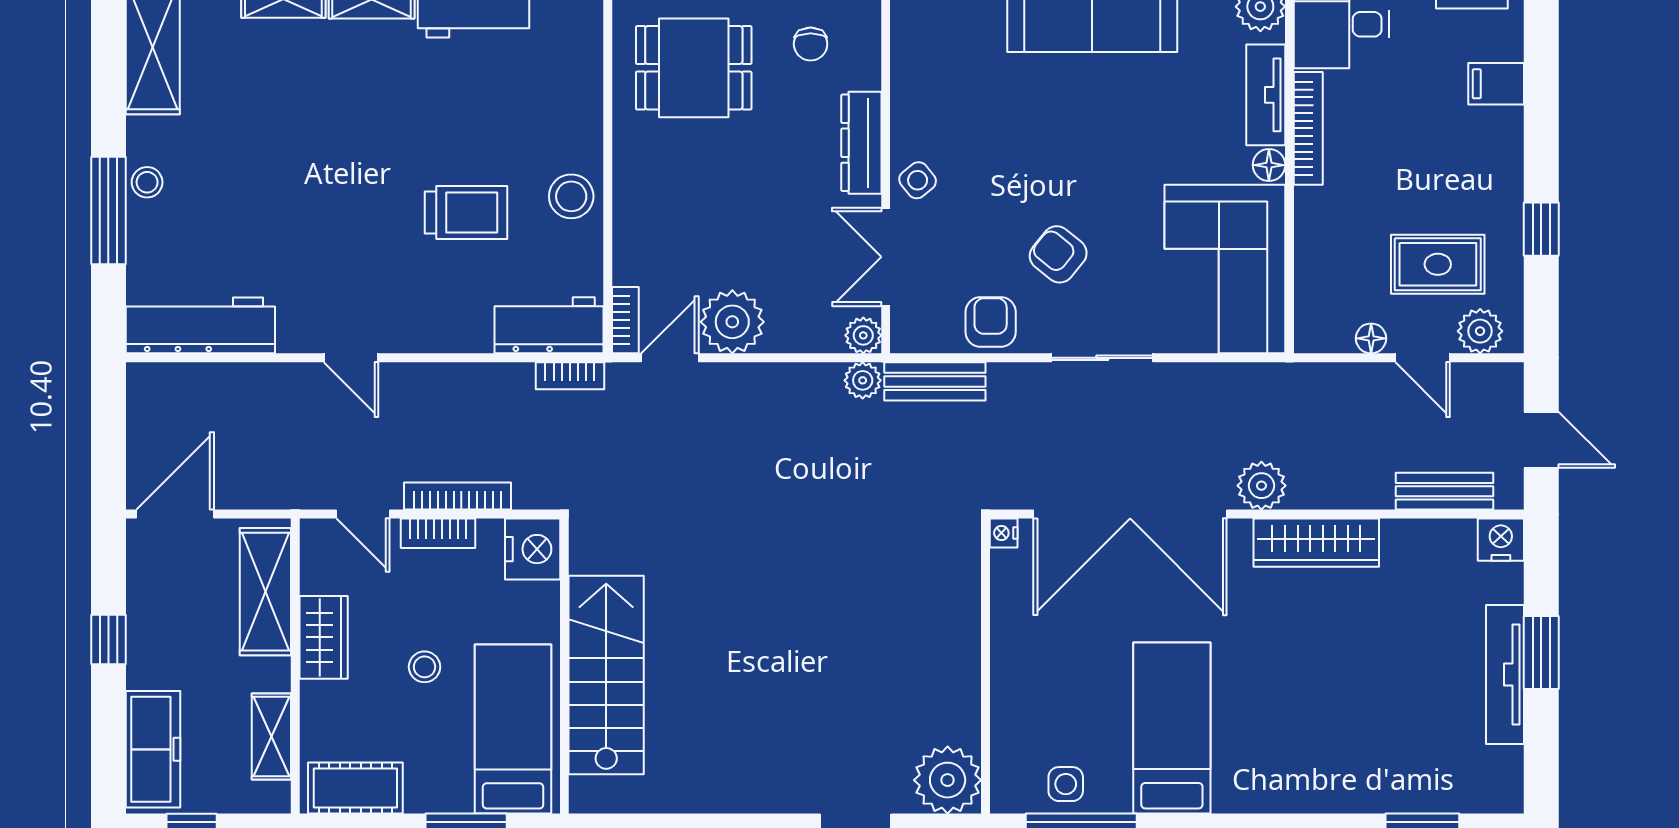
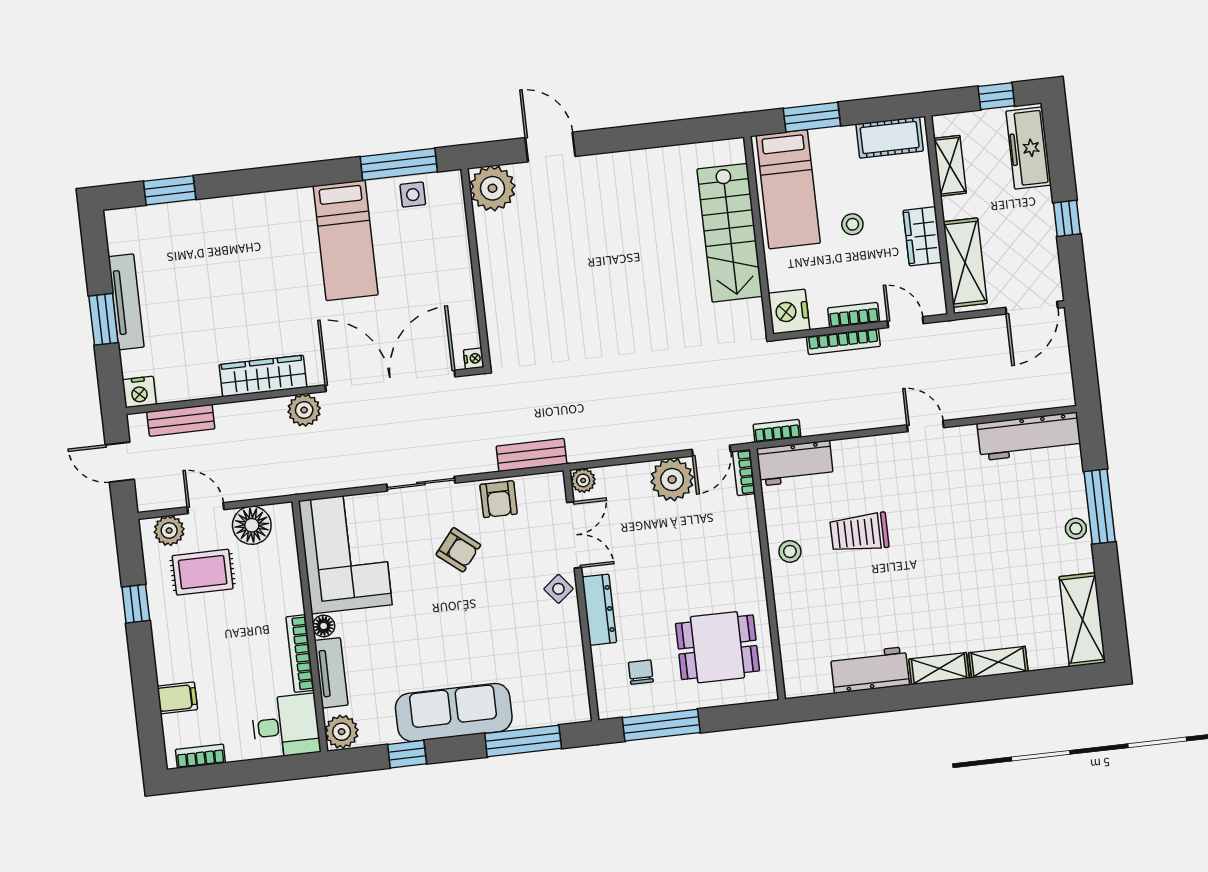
stool: (571, 196) -> (790, 551), width x0.73, depth x0.73
floor lamp: (1371, 338) -> (252, 525), width x1.89, depth x1.89
plant: (863, 380) -> (580, 450), removed

